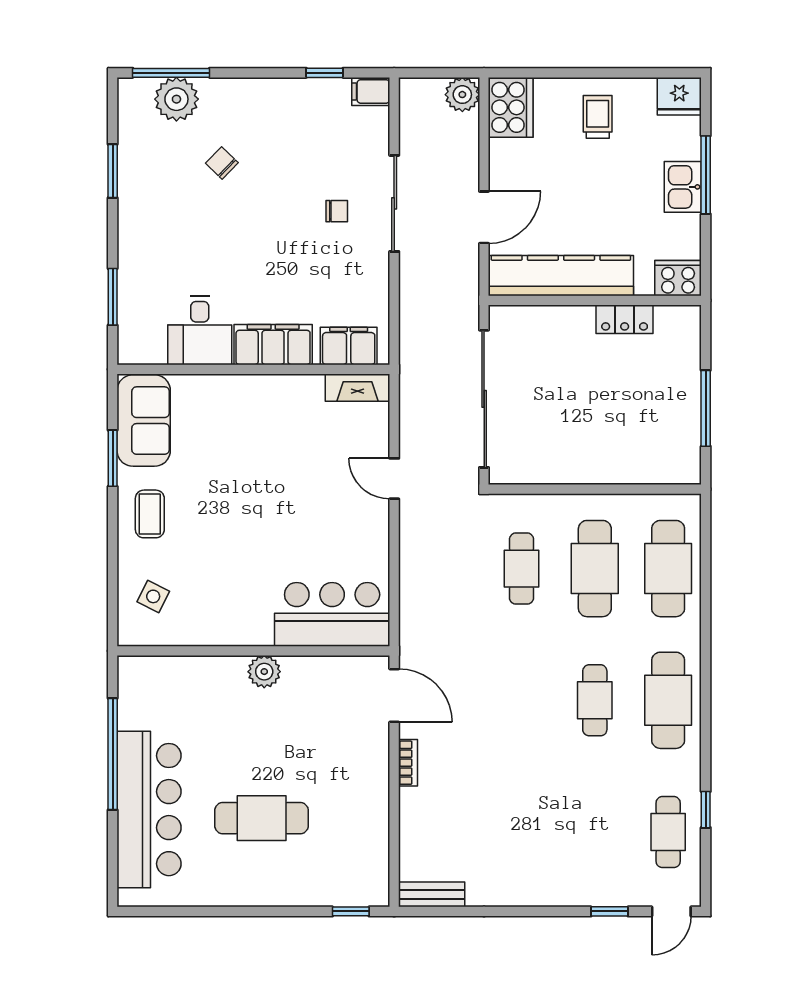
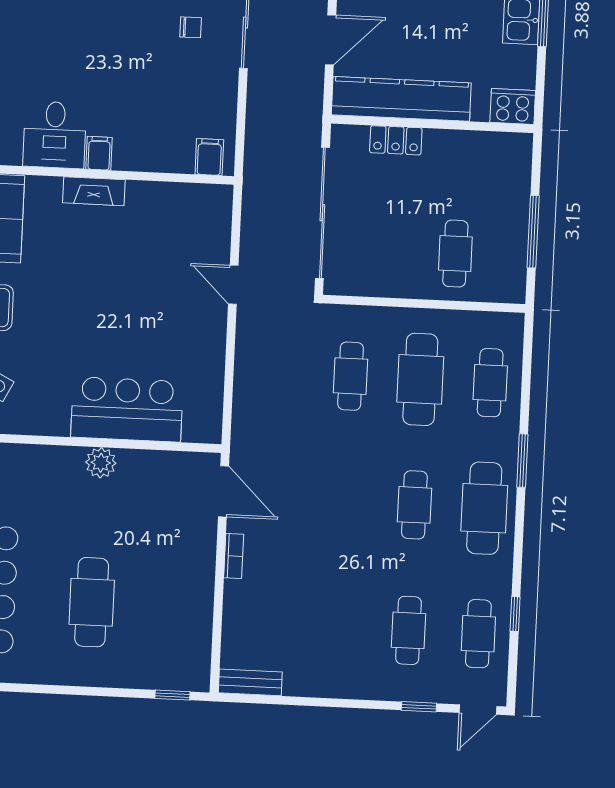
locker: (625, 319) -> (396, 140), moved
filing cabinet: (273, 345) -> (99, 153), width x0.33, depth x0.86
filing cabinet: (349, 346) -> (209, 157), width x0.50
fireplace: (357, 388) -> (94, 191), moved
cafe table: (625, 435) -> (455, 254), added
cafe table: (668, 569) -> (490, 383), width x0.73, depth x0.74
bar counter: (332, 614) -> (127, 409), moved
window: (706, 648) -> (522, 461), added
cafe table: (262, 818) -> (92, 602), turned 90
cafe table: (595, 832) -> (409, 630), added

